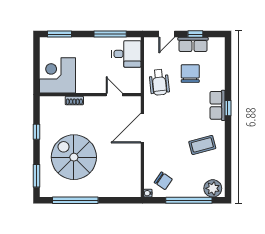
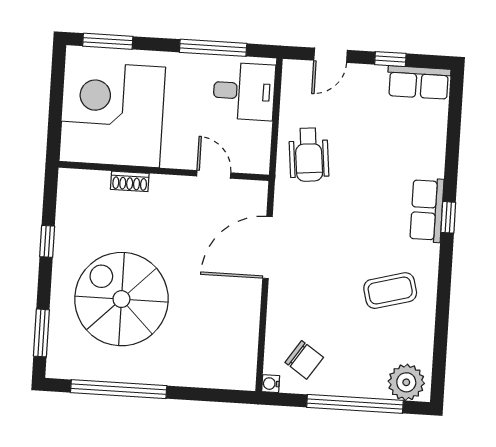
row of seats: (193, 44) -> (419, 82), moved
chair: (190, 74) -> (374, 140), removed
corner desk: (57, 75) -> (112, 114), width x1.36, depth x1.36

